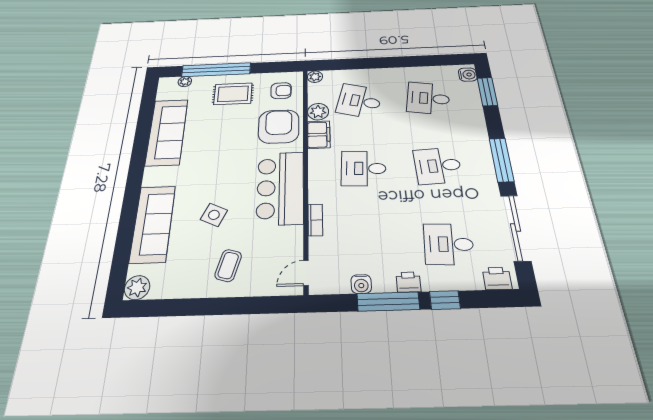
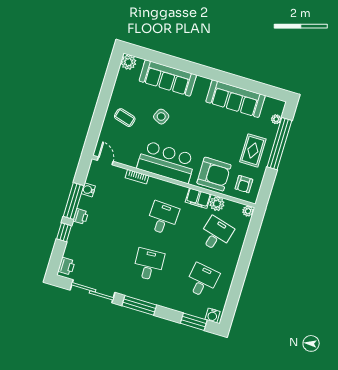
desk: (449, 244) -> (95, 248), removed

